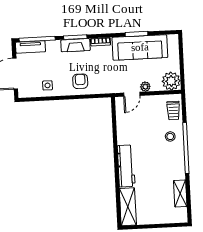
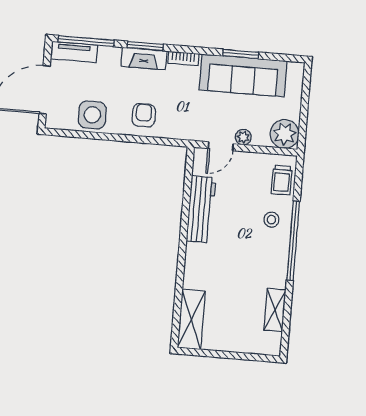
side table: (48, 85) -> (92, 115), width x1.87, depth x1.87
workbench: (126, 166) -> (201, 209), moved

